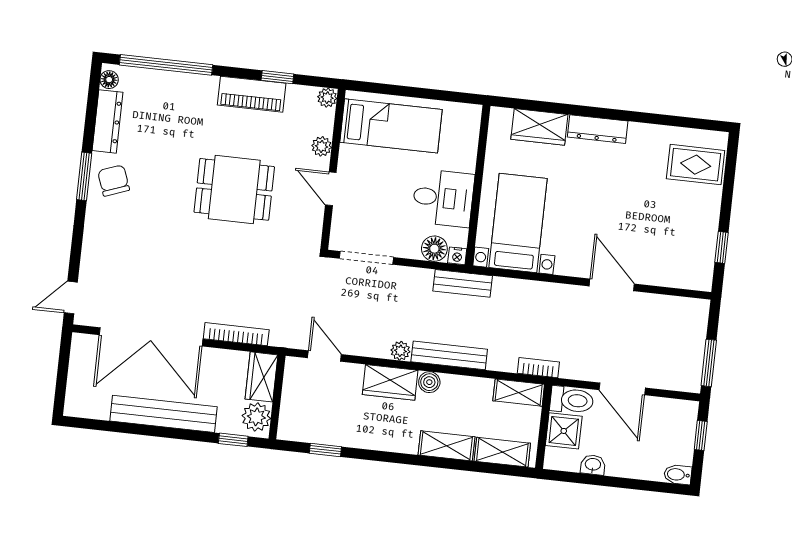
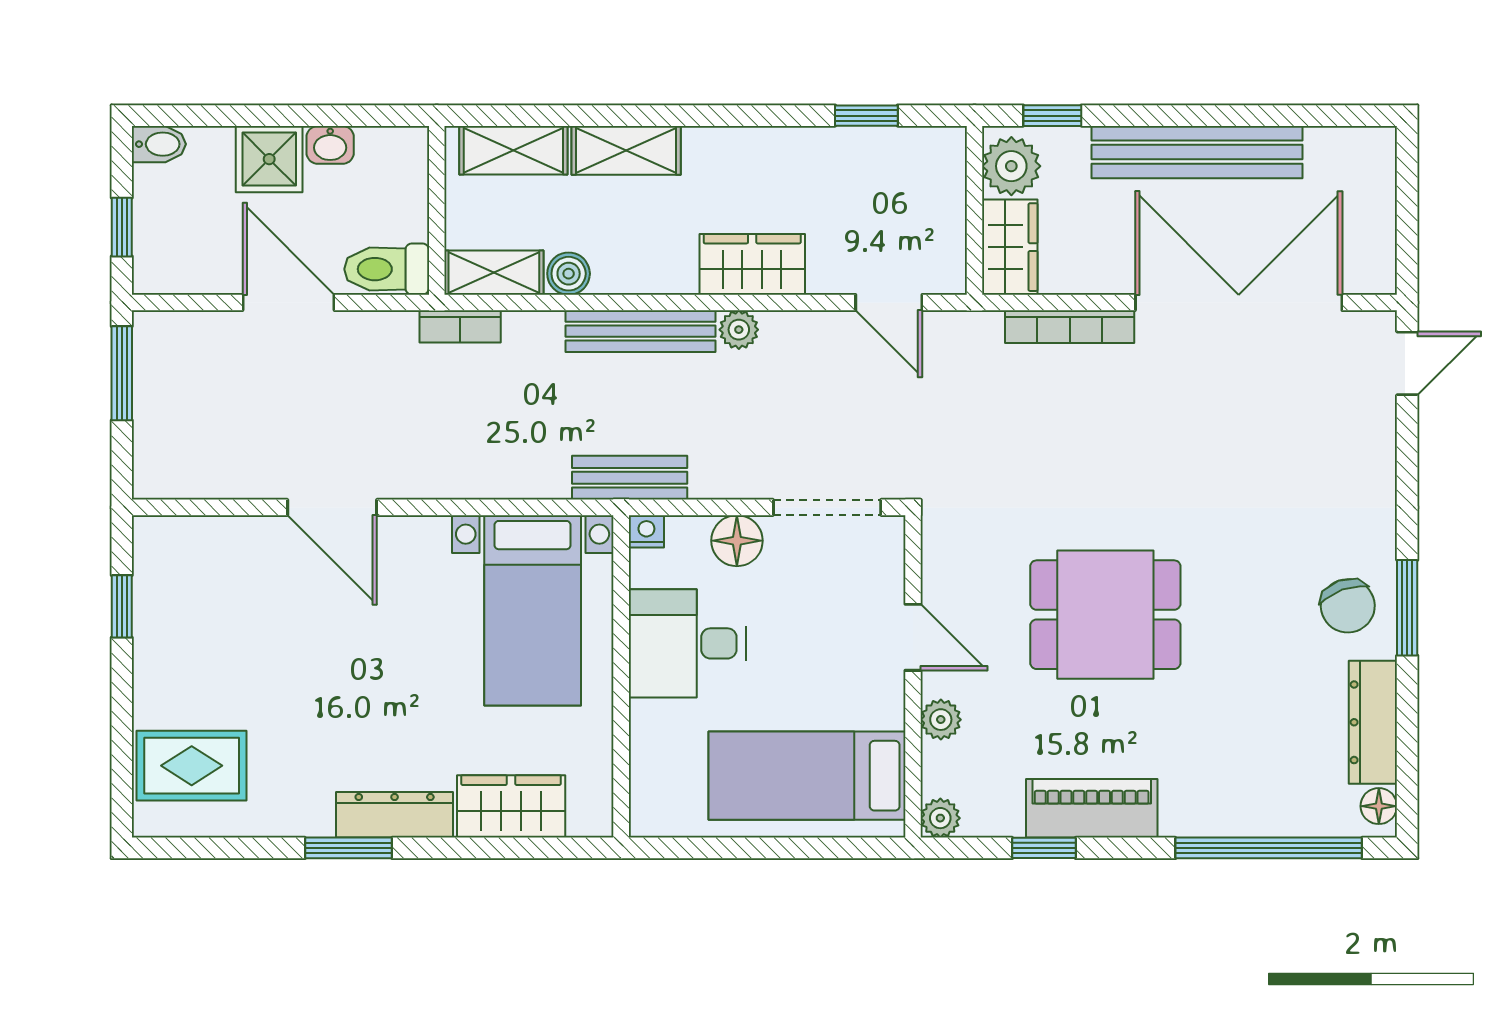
window: (622, 115) -> (349, 848), added
floor lamp: (434, 249) -> (737, 541), moved
boiler: (429, 382) -> (569, 274), moved
shower: (564, 431) -> (269, 159), moved

